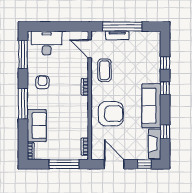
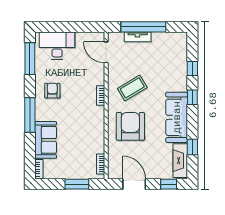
coffee table: (105, 70) -> (132, 88), moved, turned 59
armchair: (111, 114) -> (130, 126), turned -90
window: (64, 164) -> (77, 184), width x0.69

